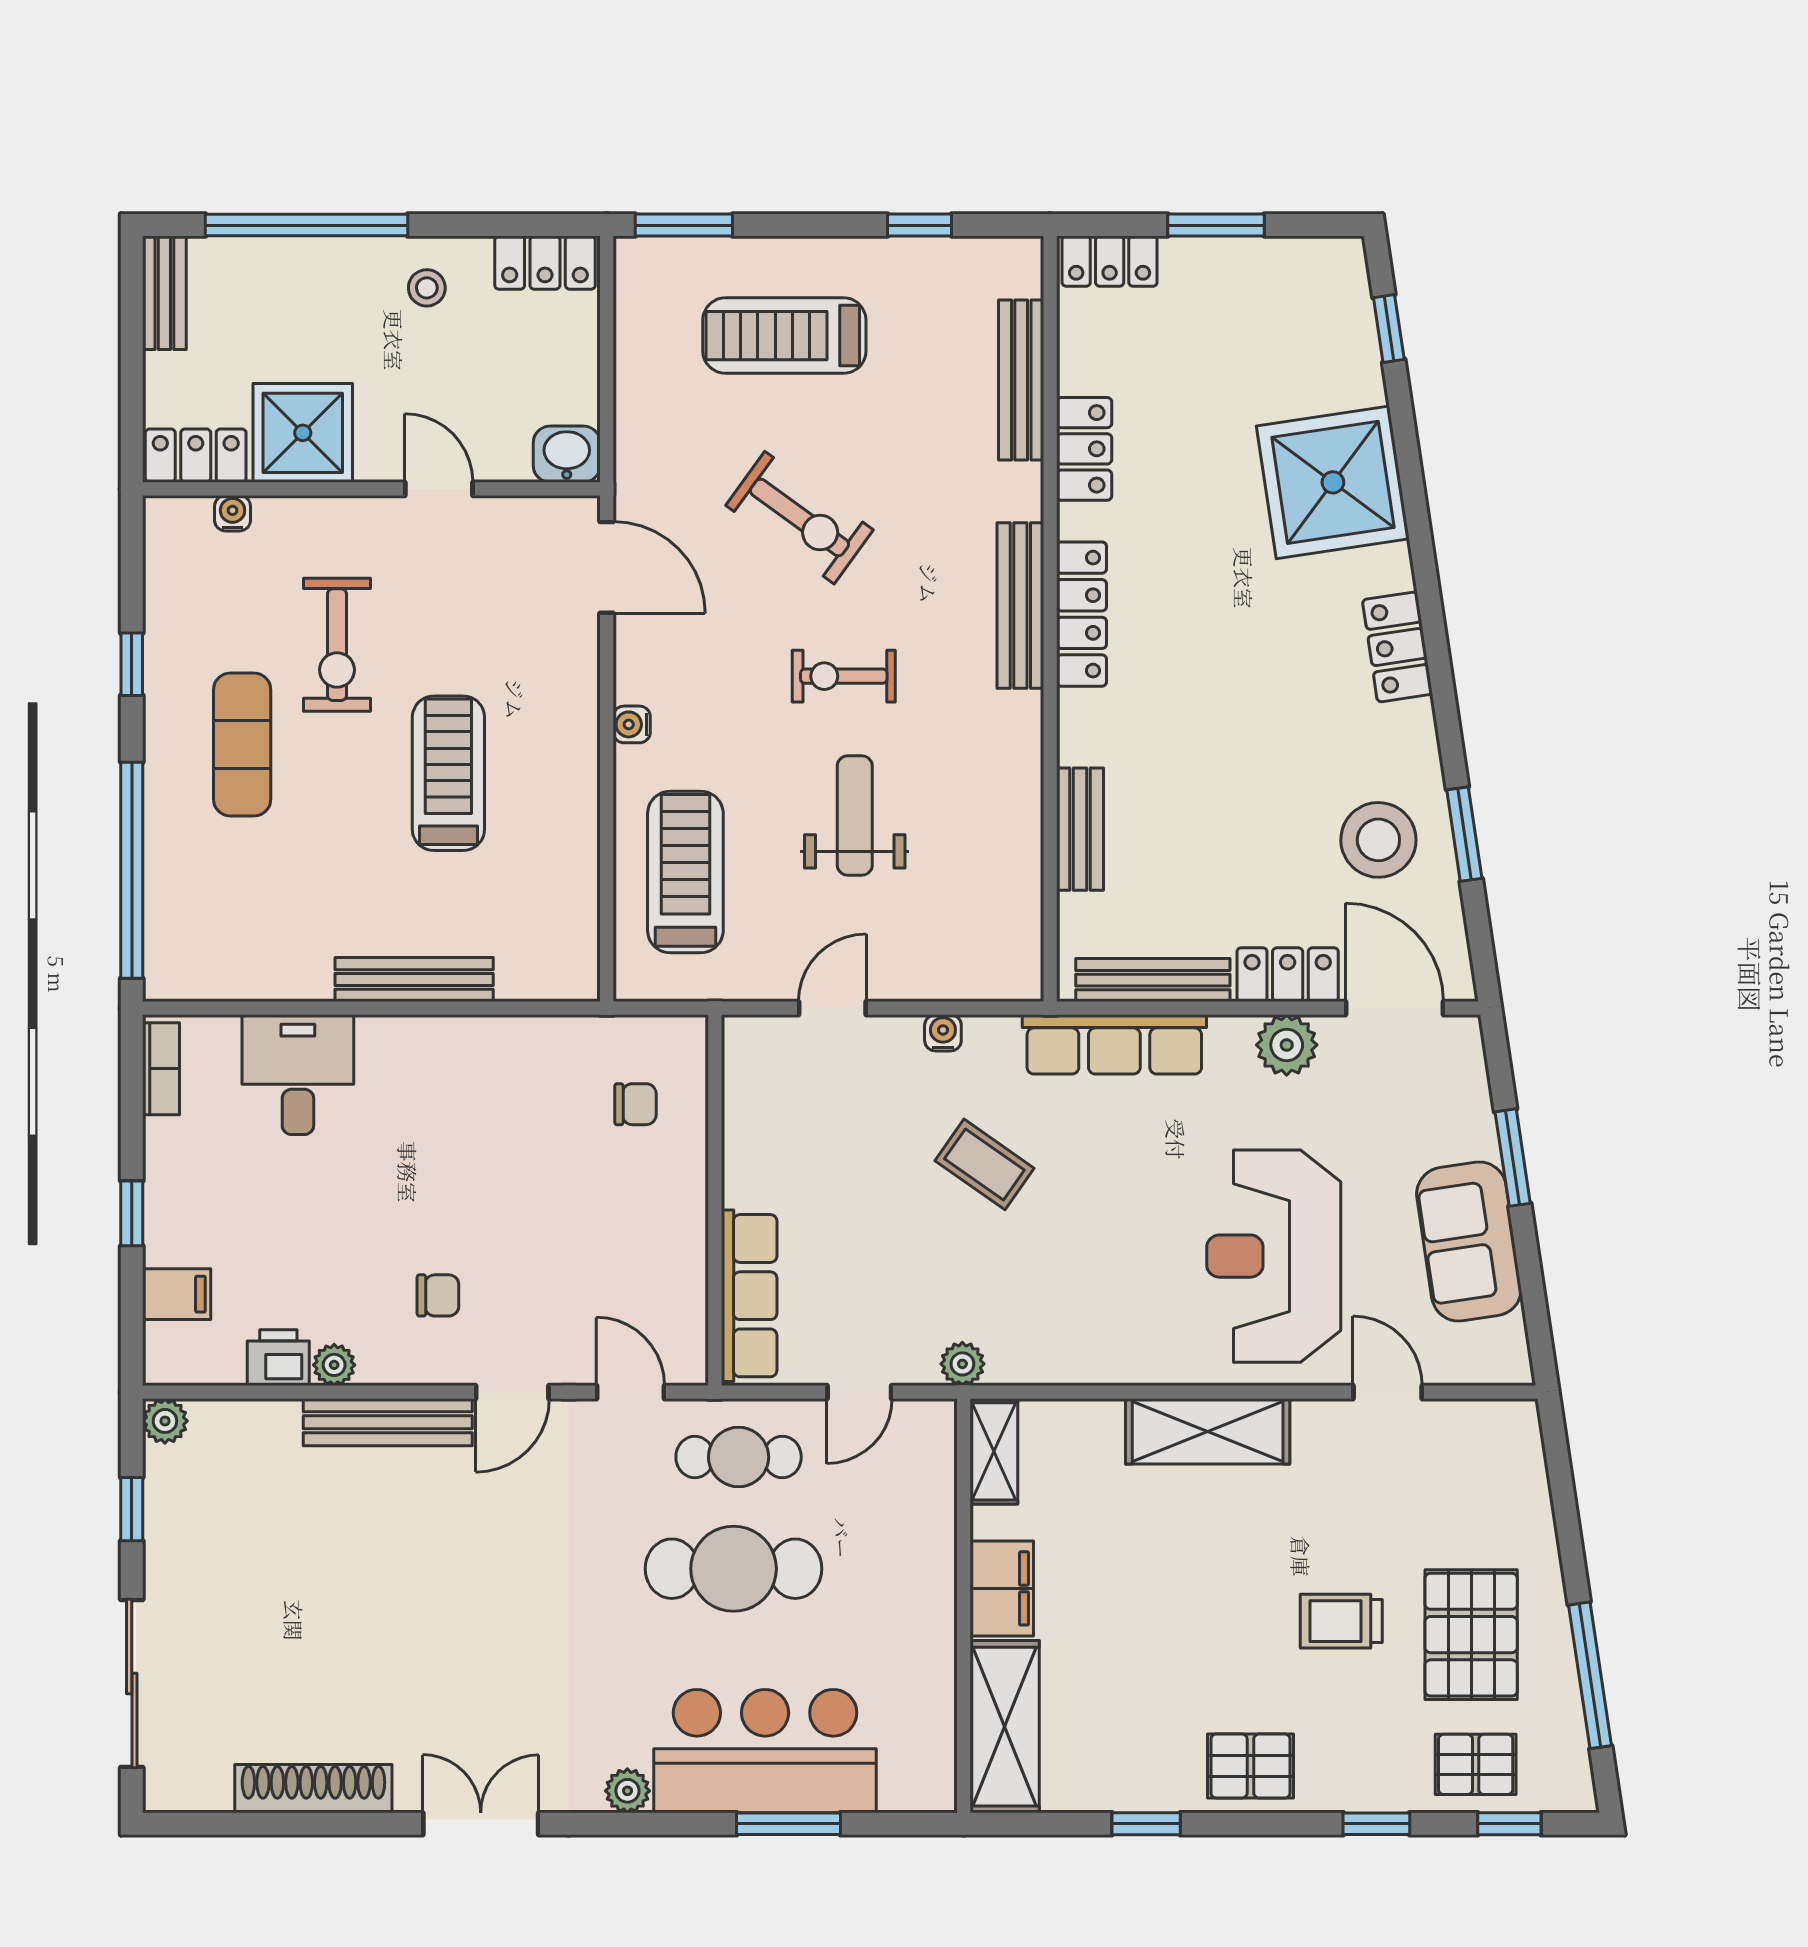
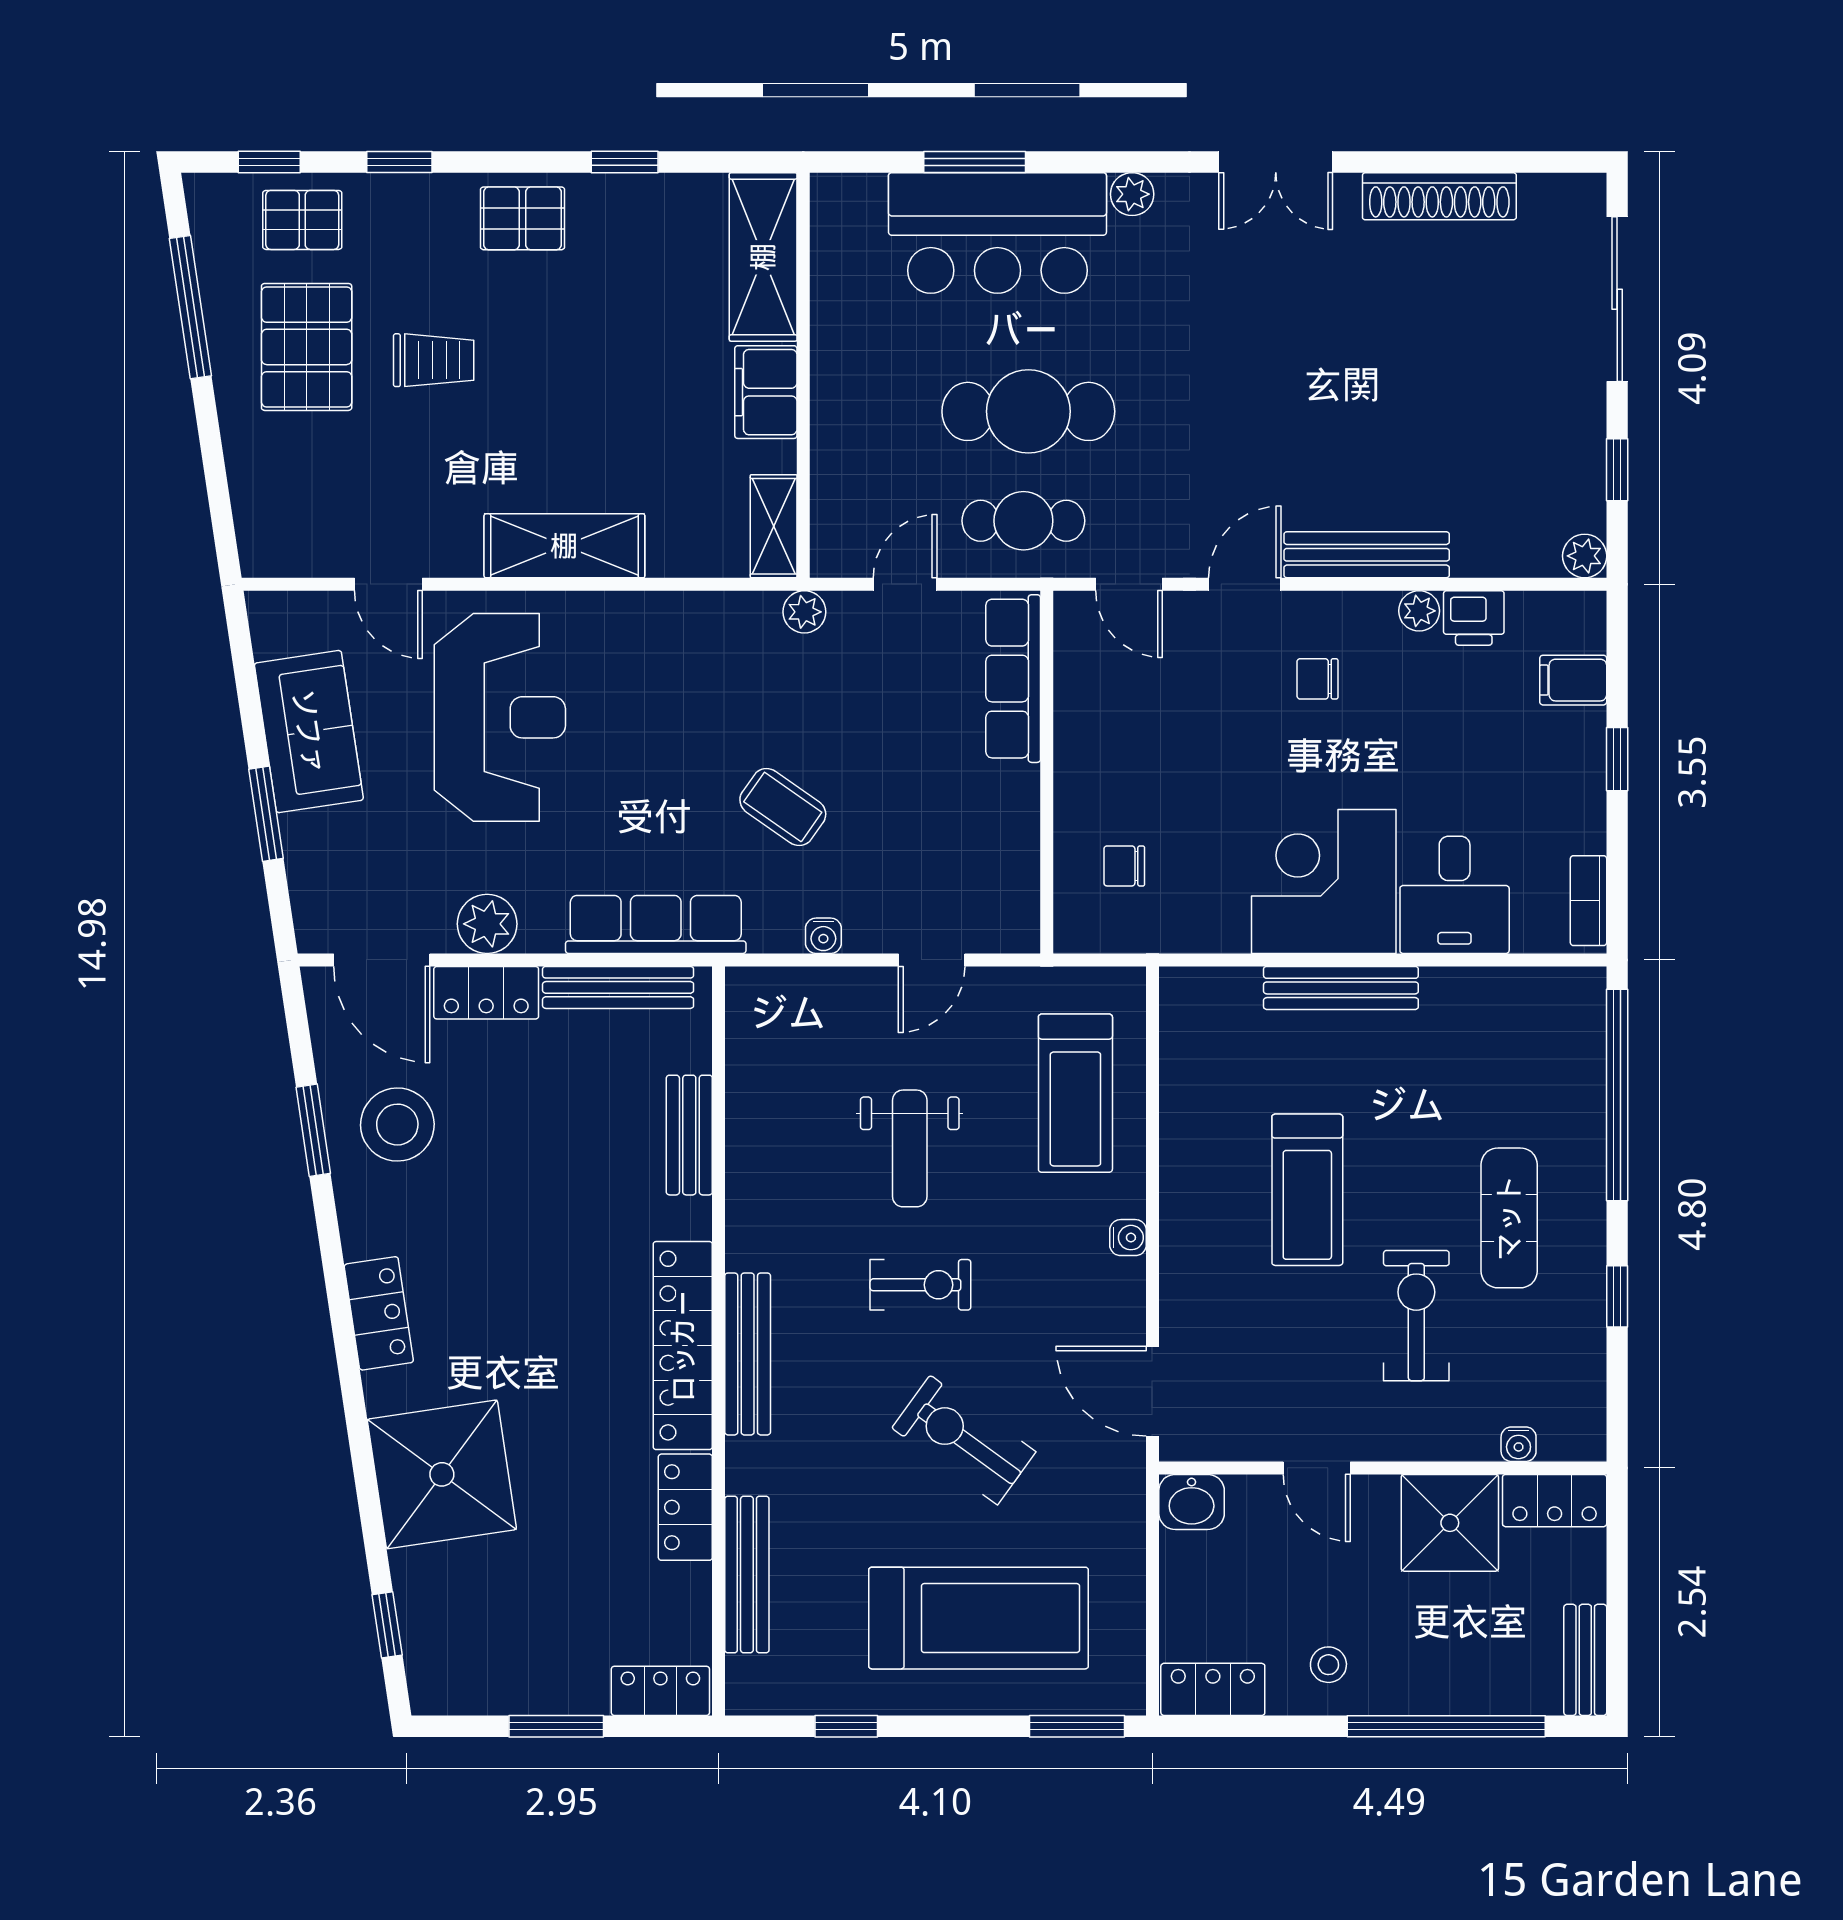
treadmill: (784, 336) -> (979, 1618), width x1.37, depth x1.37
locker: (1082, 614) -> (683, 1346), width x1.41, depth x1.21
corner desk: (432, 1088) -> (1324, 881), added

